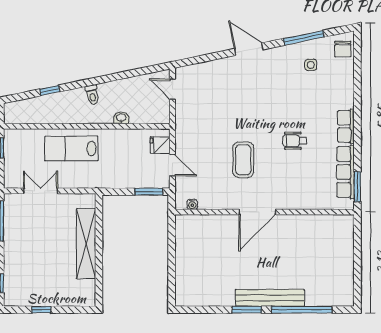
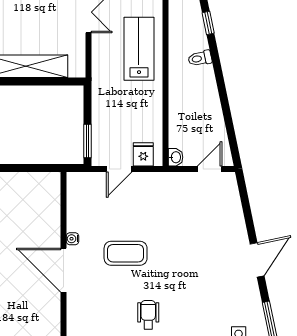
toilet: (92, 95) -> (200, 58), moved
washbasin: (121, 118) -> (176, 157), moved
water cooler: (192, 204) -> (73, 239), moved

